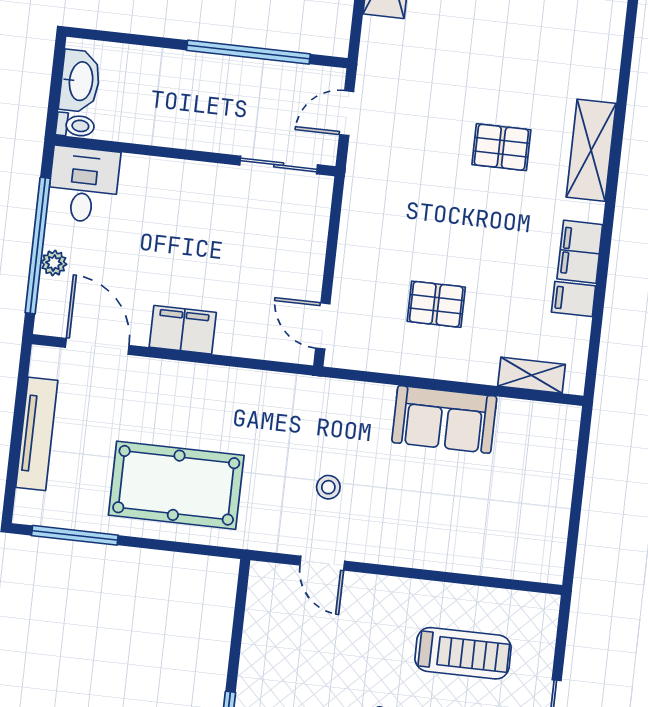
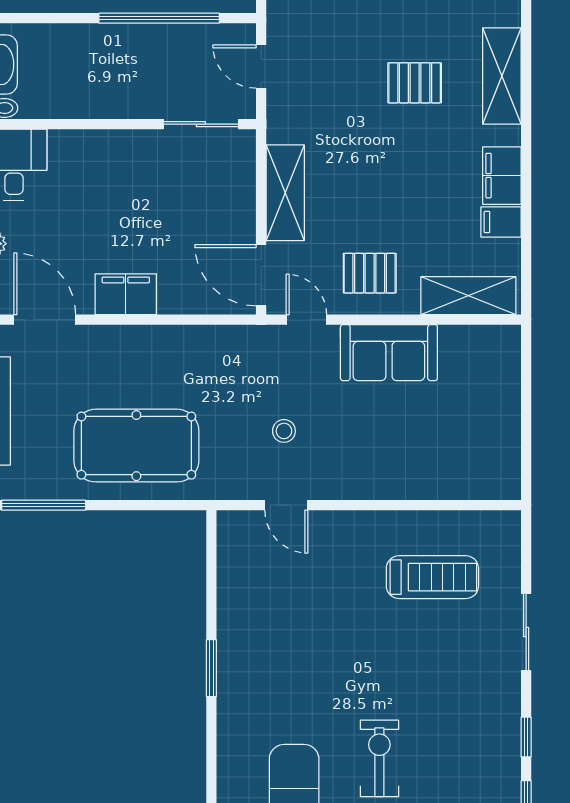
door: (347, 113) -> (261, 67), hinge flipped
shelving: (357, 244) -> (285, 193), added
pallet: (436, 304) -> (370, 273), moved
door: (323, 326) -> (261, 275), width x1.38
shelving: (531, 375) -> (468, 296), width x1.50, depth x1.33
door: (364, 376) -> (306, 320), added

